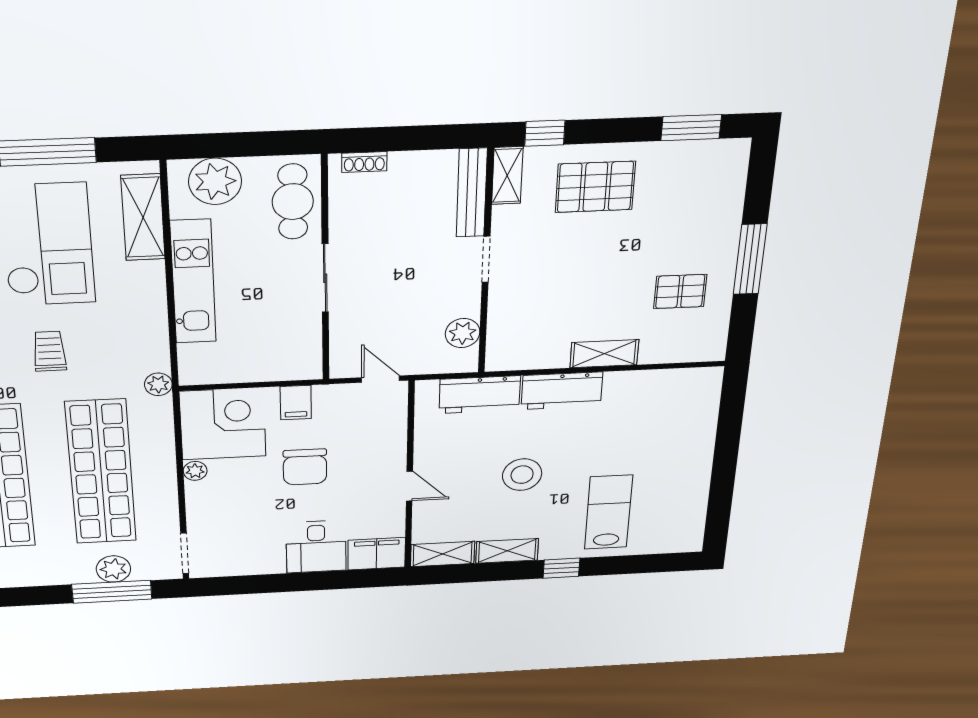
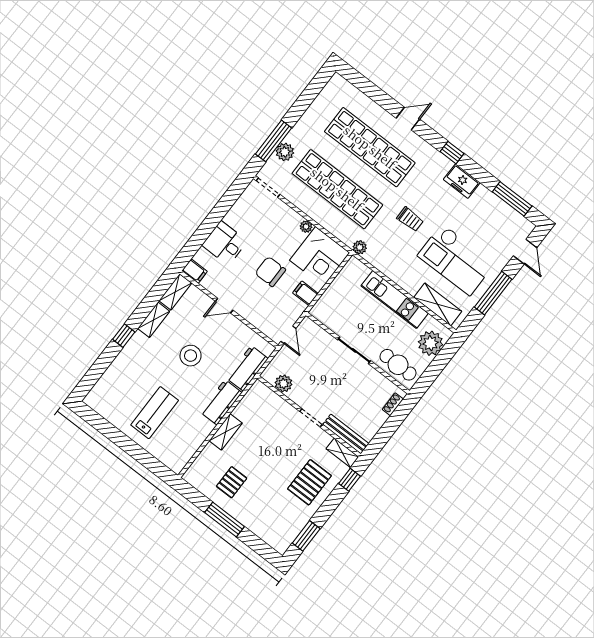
door: (380, 379) -> (288, 335), hinge flipped
lab bench: (608, 512) -> (155, 413), moved, turned -90
filing cabinet: (377, 554) -> (195, 271), width x0.50

